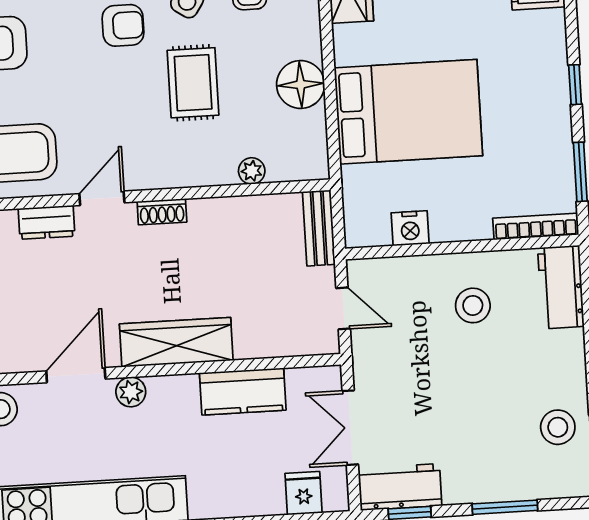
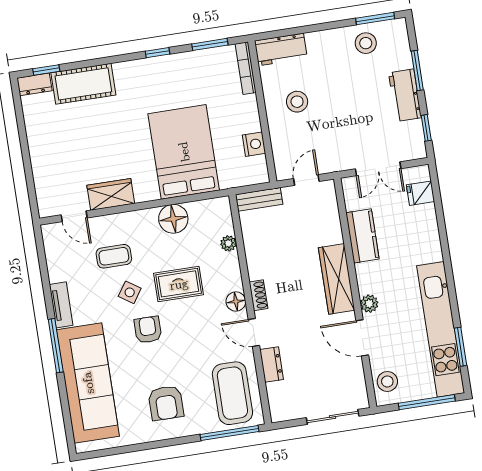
floor lamp: (155, 174) -> (236, 302), added
workbench: (400, 487) -> (405, 95), moved

